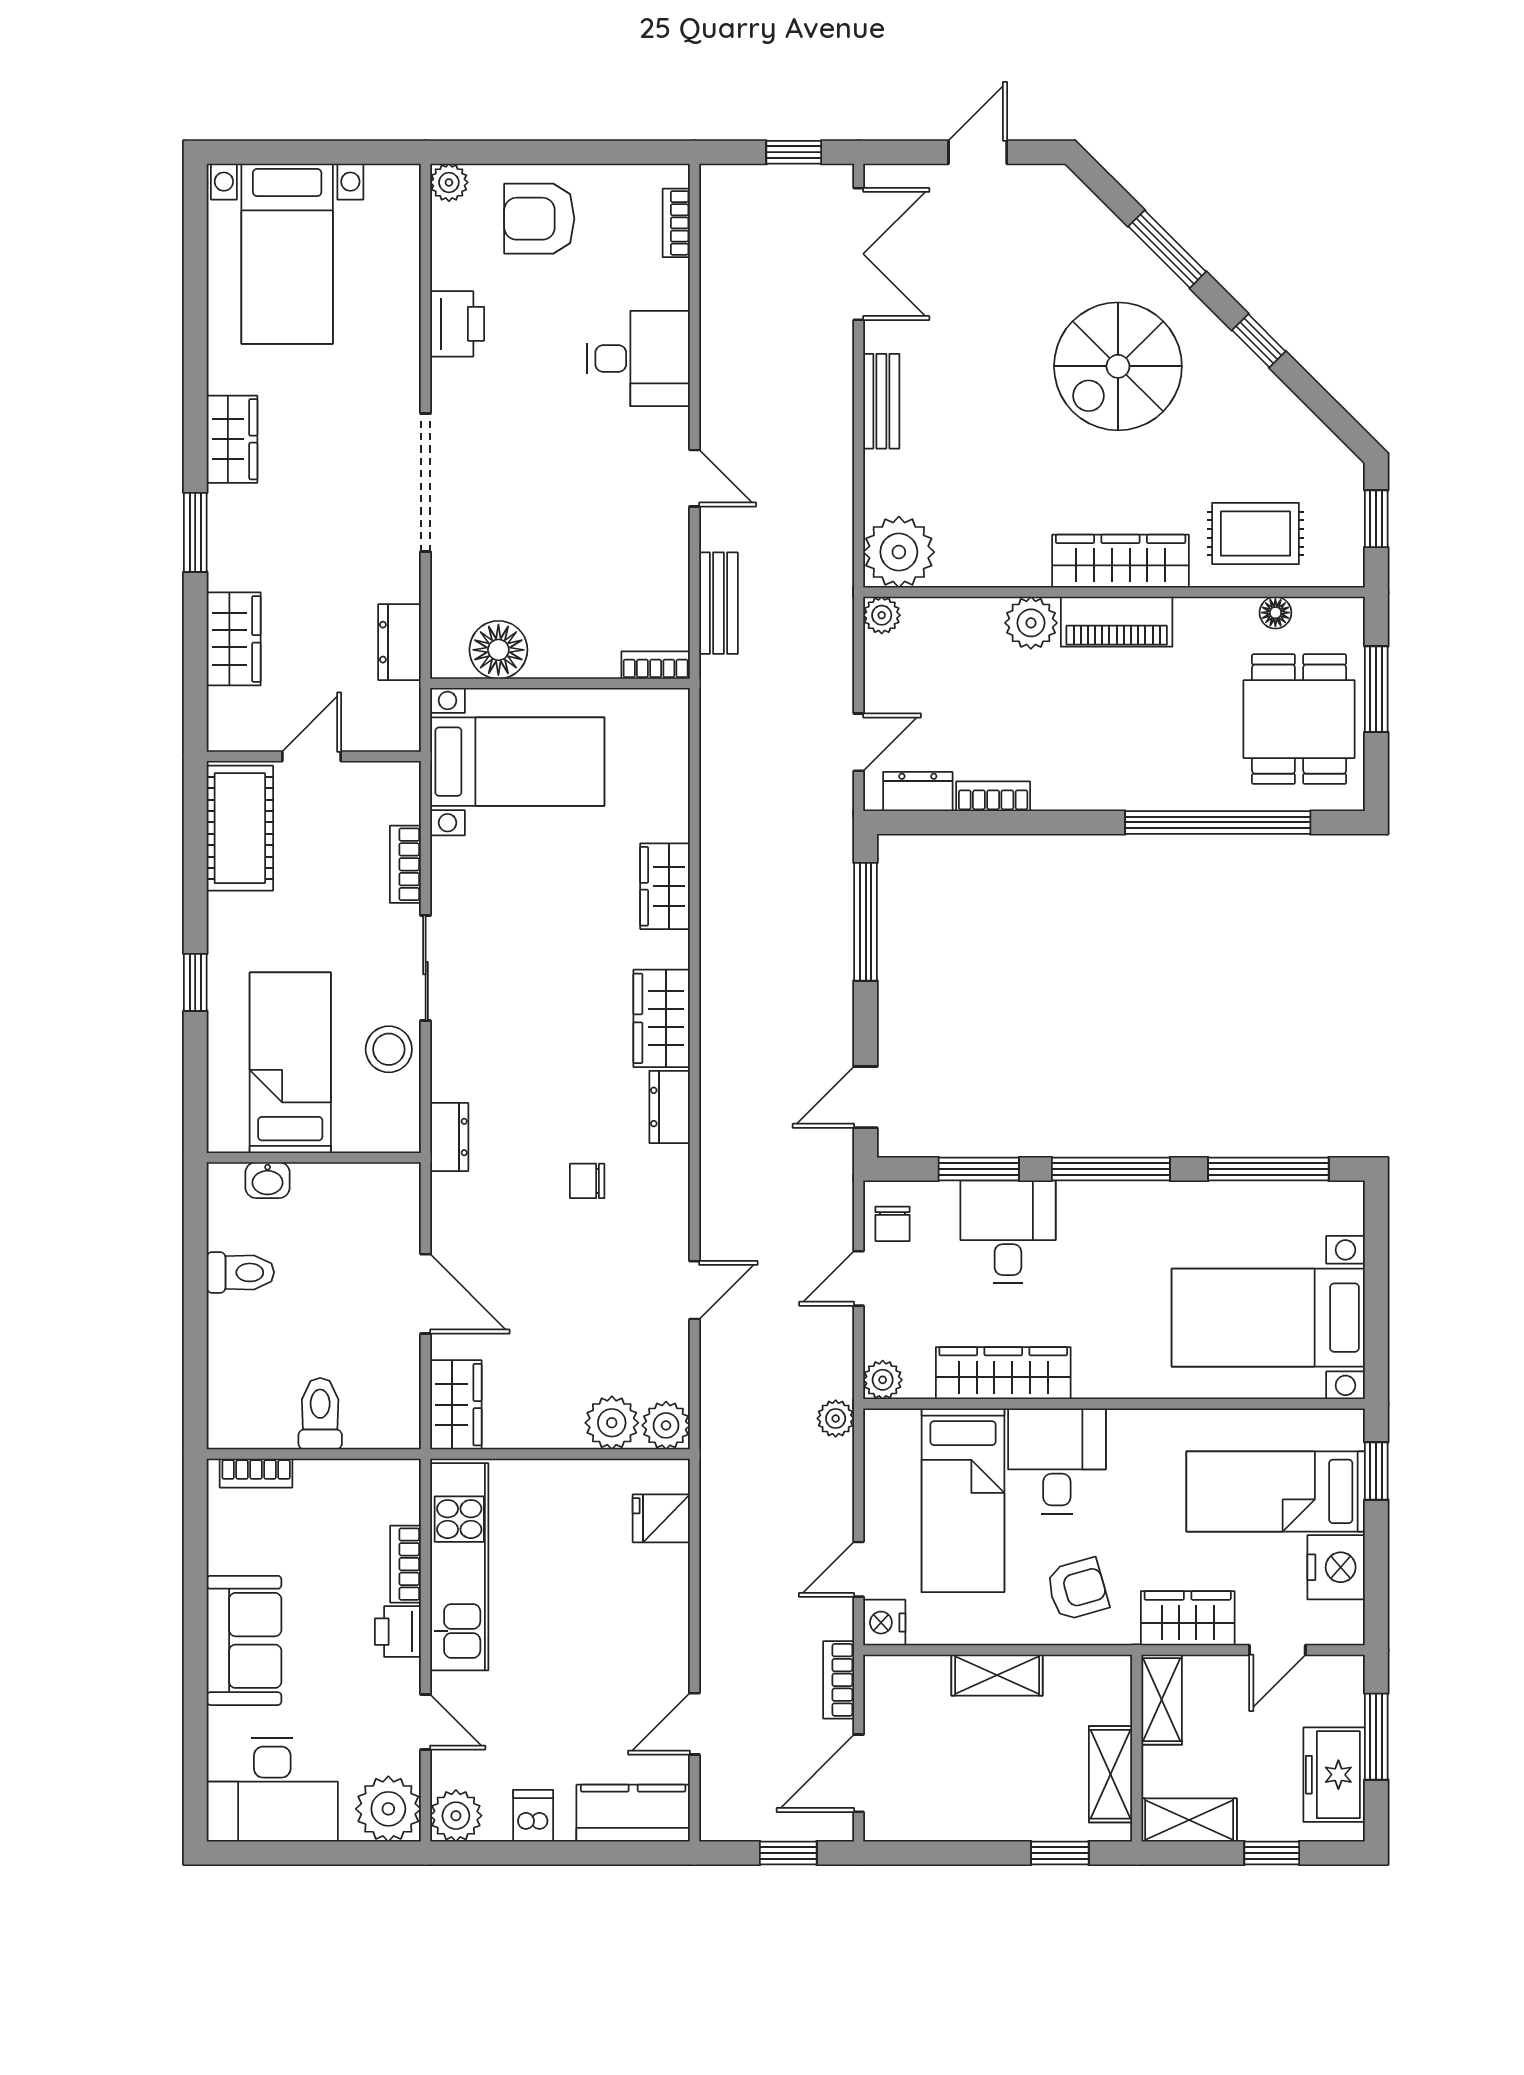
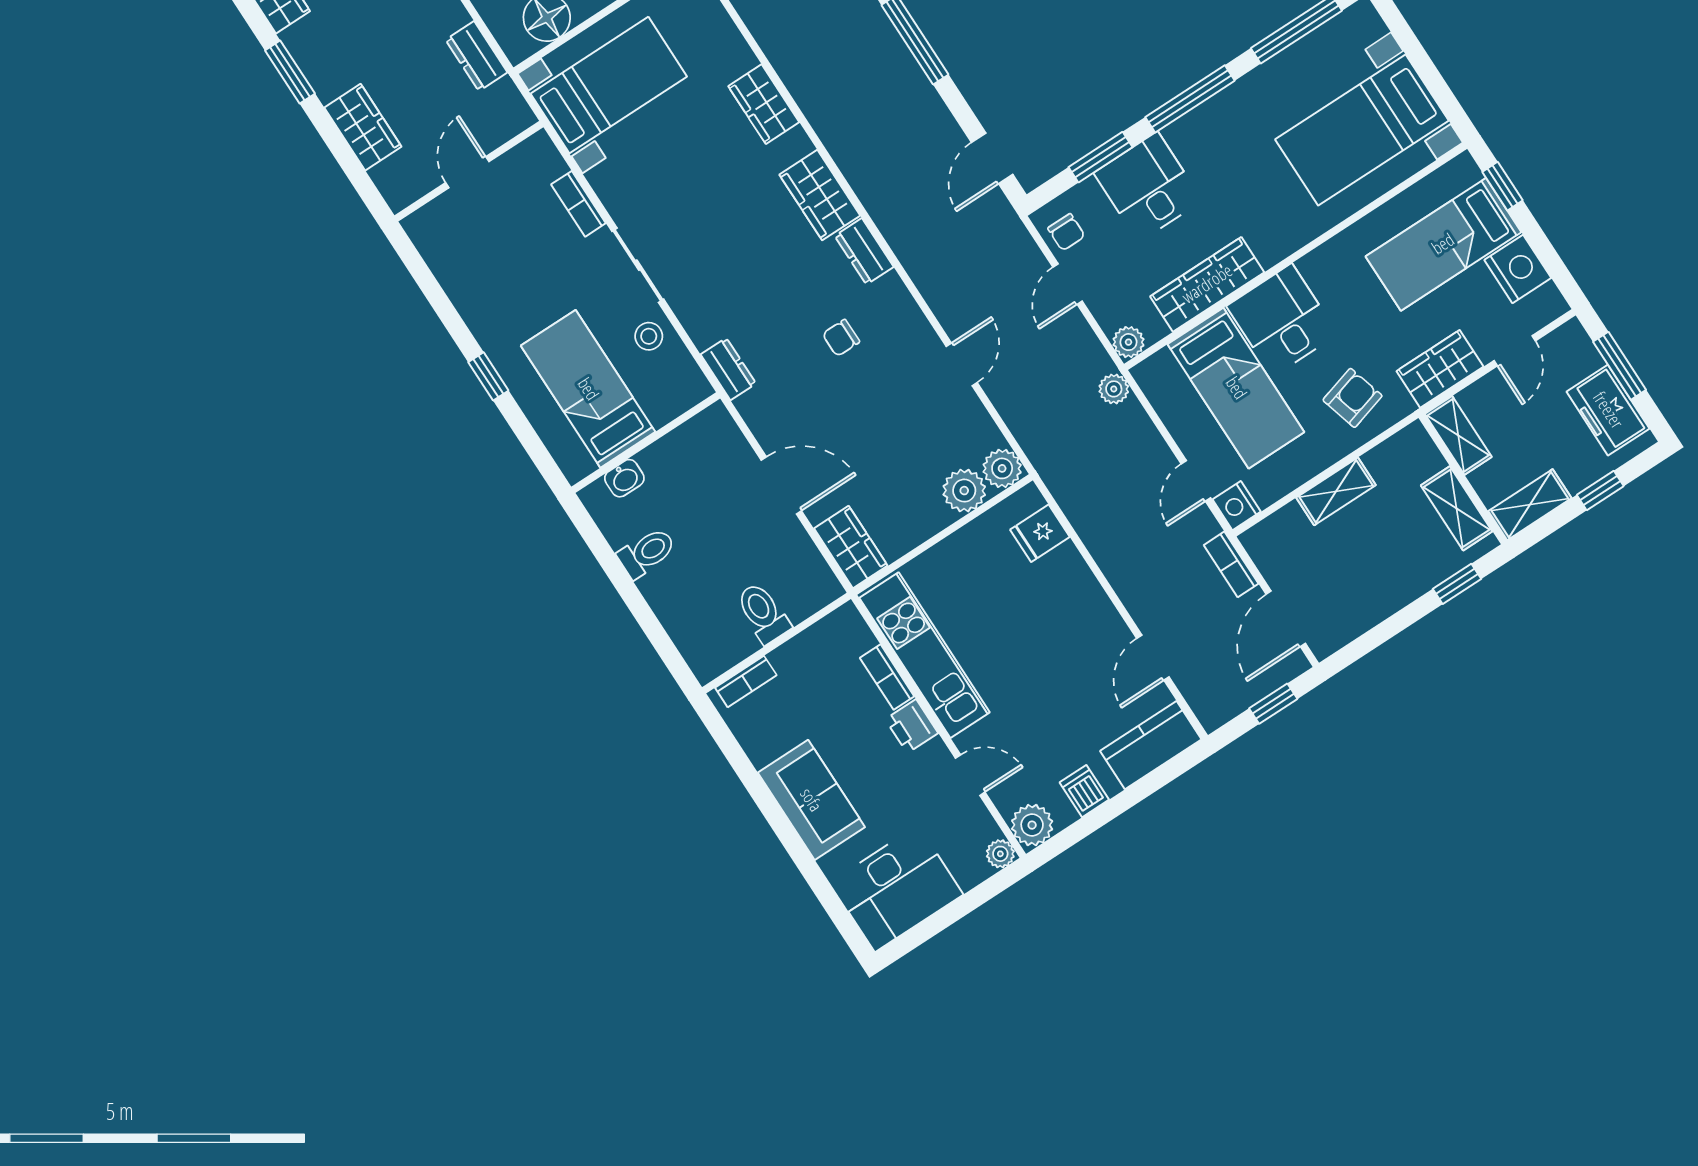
cot: (240, 828) -> (451, 252), removed
stool: (389, 1049) -> (649, 336), width x0.73, depth x0.73
plant: (388, 1809) -> (1000, 854), width x0.53, depth x0.53

